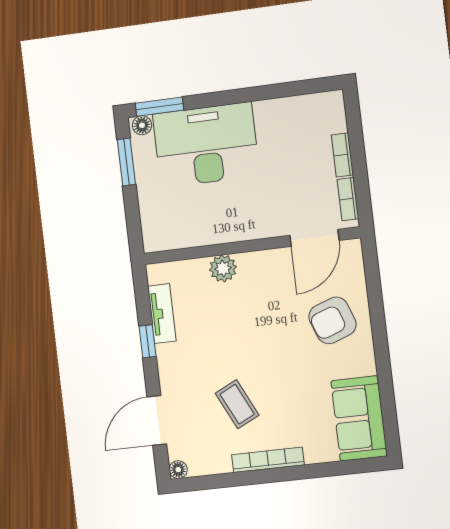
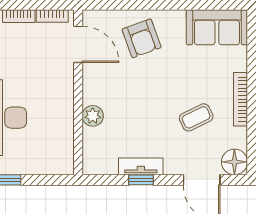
tv unit: (162, 314) -> (141, 166), moved
floor lamp: (178, 470) -> (234, 162), width x1.89, depth x1.89

